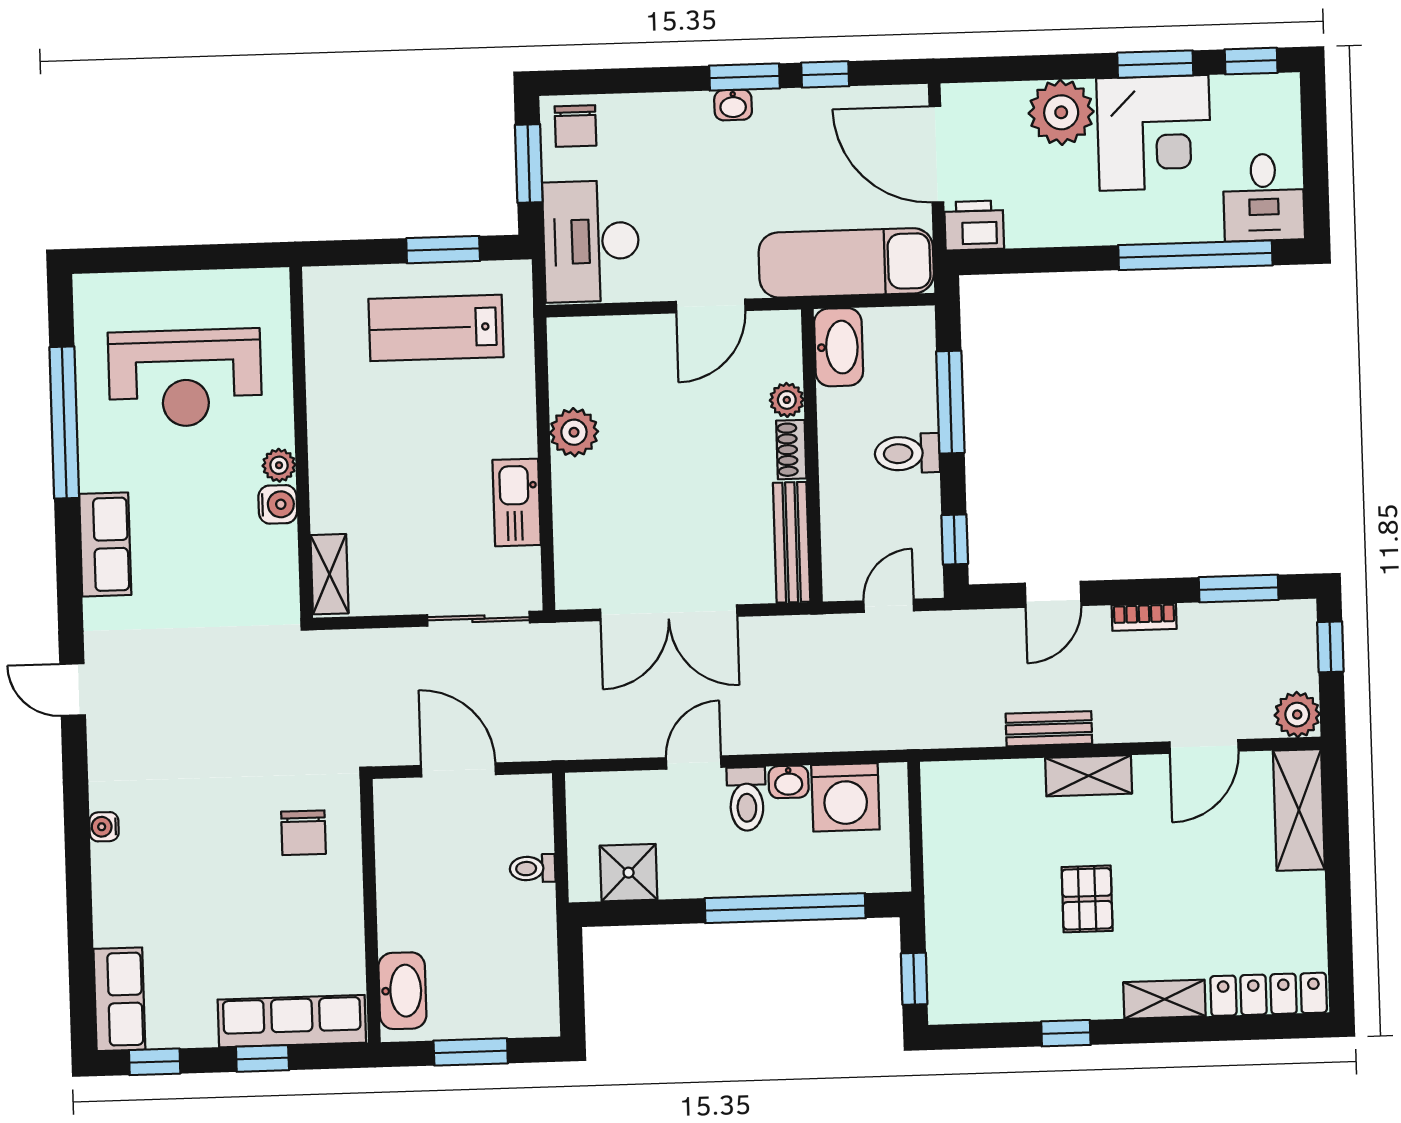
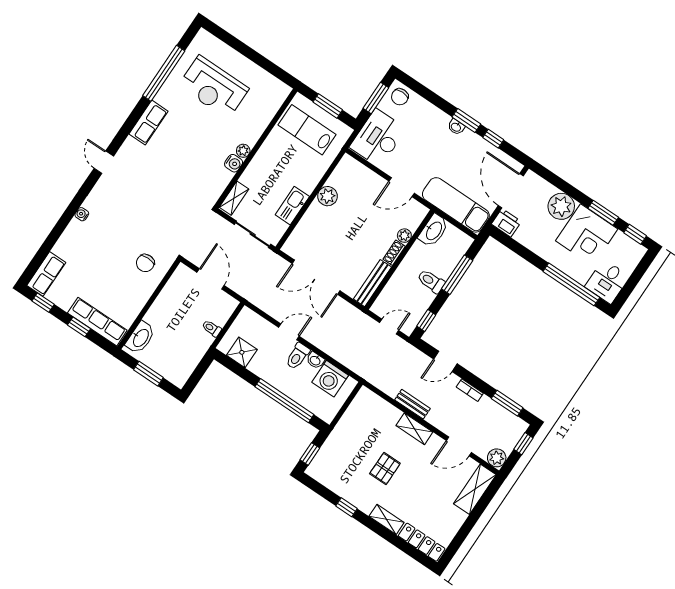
wall: (301, 442) -> (256, 148), moved
plant: (279, 465) -> (243, 151), moved
water cooler: (278, 504) -> (234, 163), moved
shelving: (329, 574) -> (234, 198), moved

